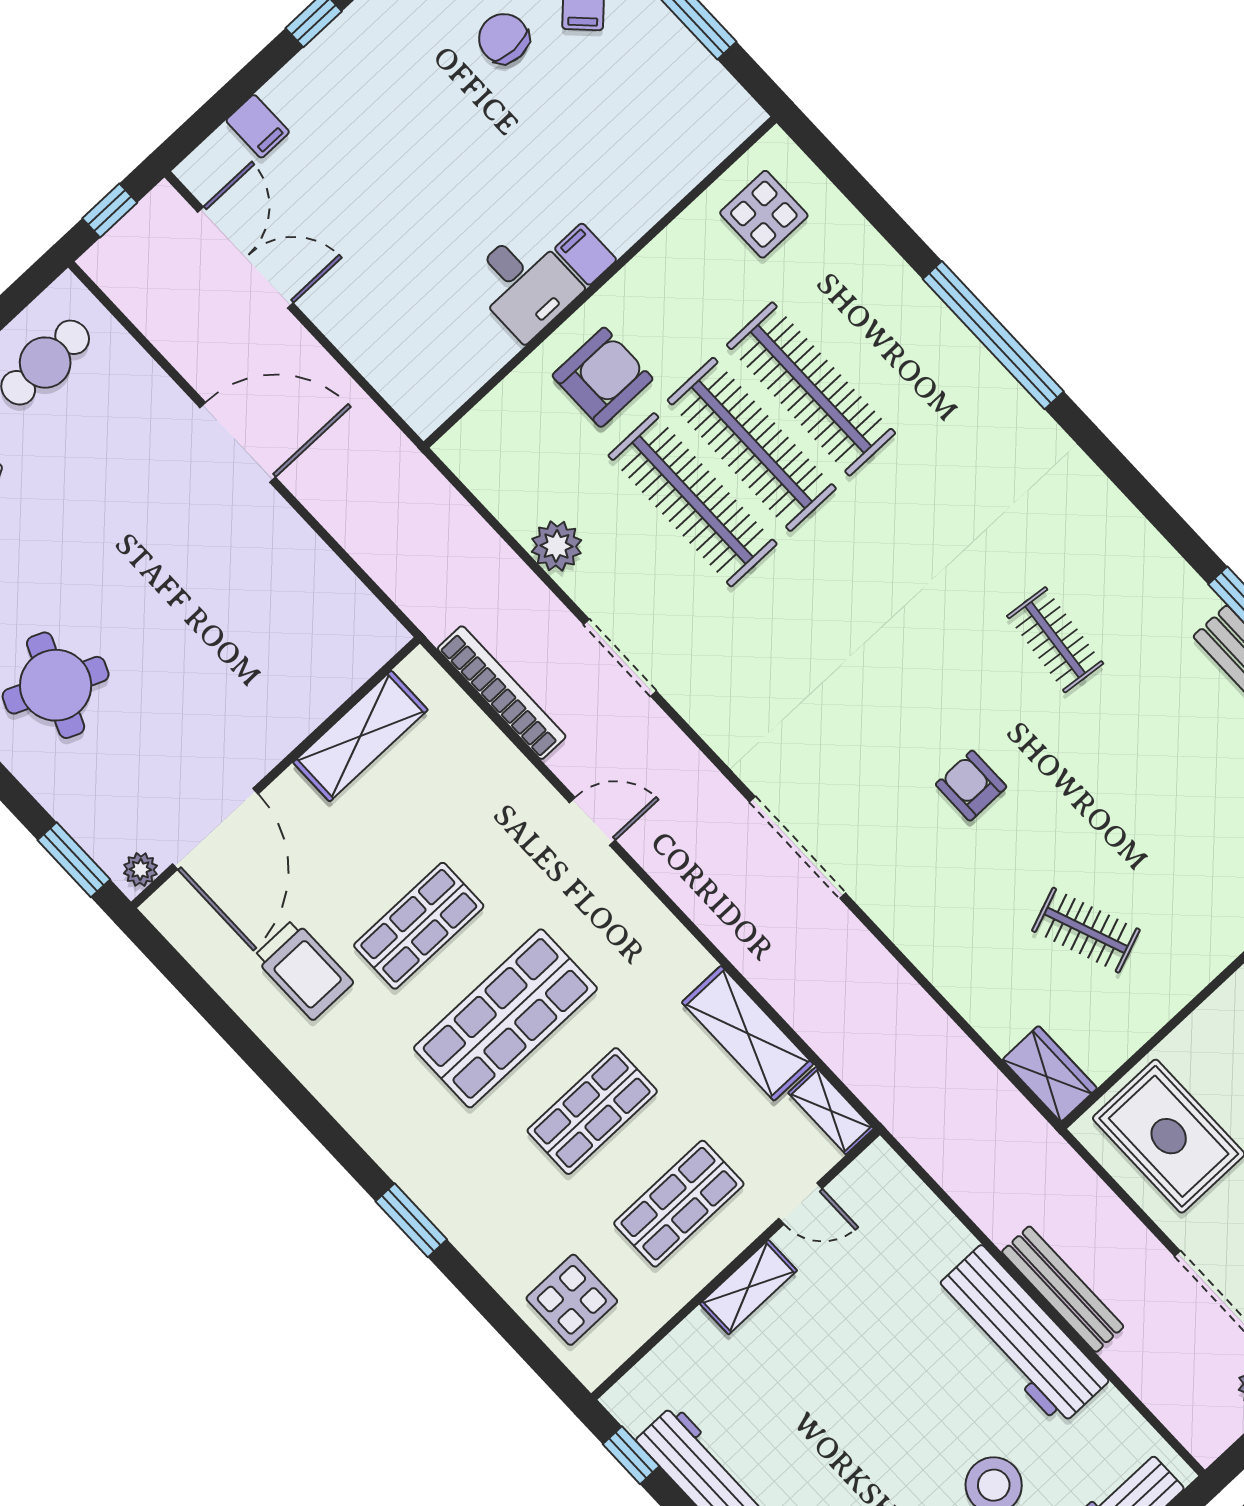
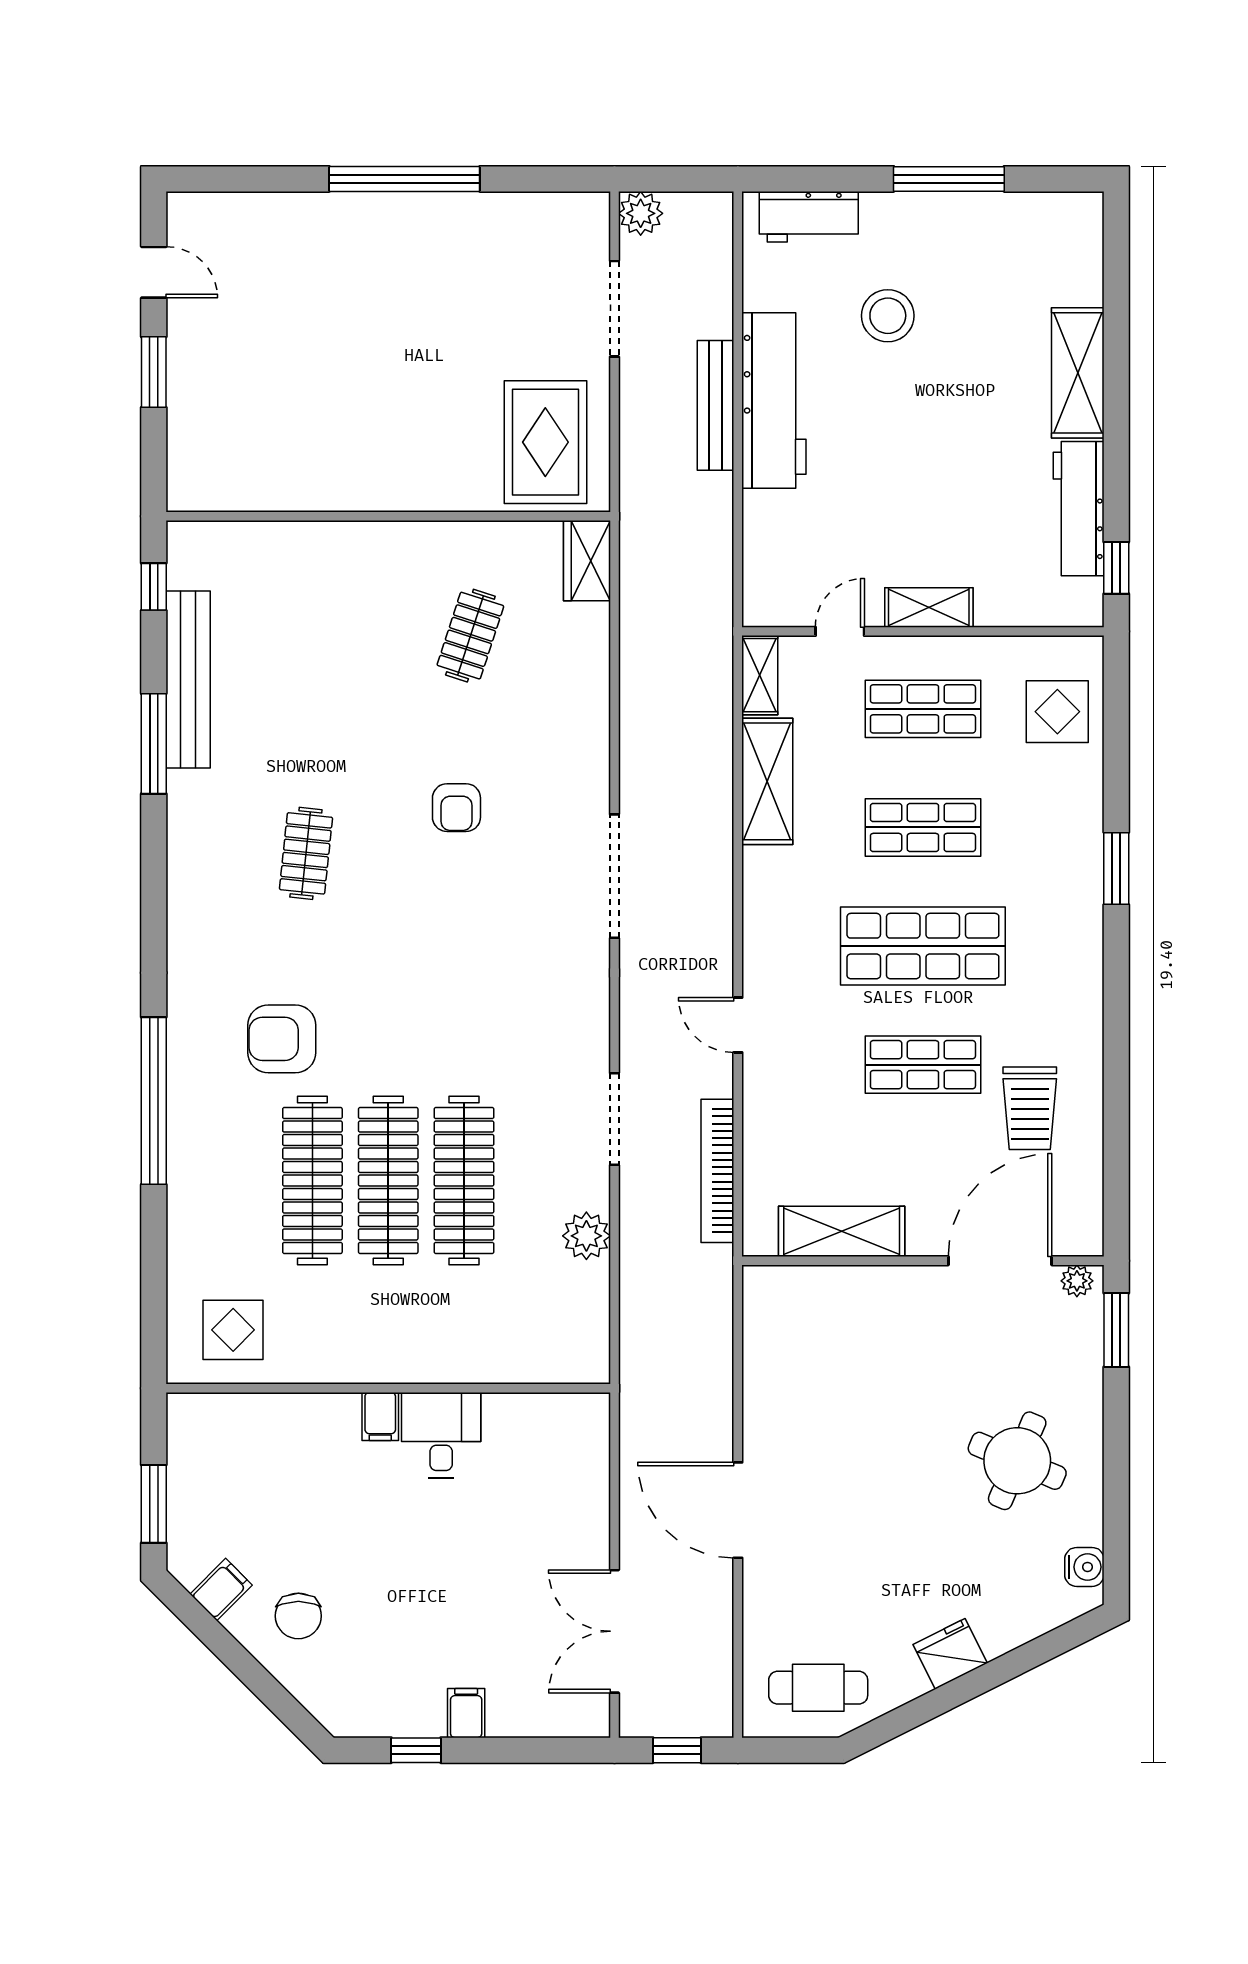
filing cabinet: (258, 126) -> (466, 1713), moved
armchair: (603, 377) -> (282, 1039), moved
clothes rail: (1086, 930) -> (470, 636), turned 39
trolley: (303, 970) -> (1030, 1108), turned 180
door: (800, 1204) -> (840, 631), hinge flipped

